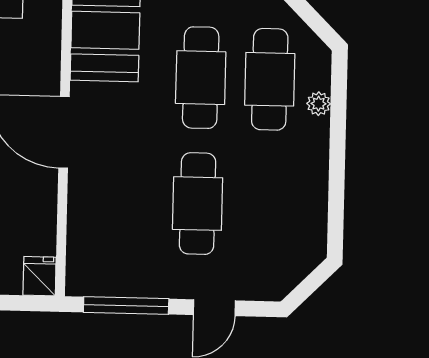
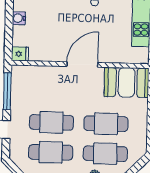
cafe table: (267, 205) -> (51, 152), added

